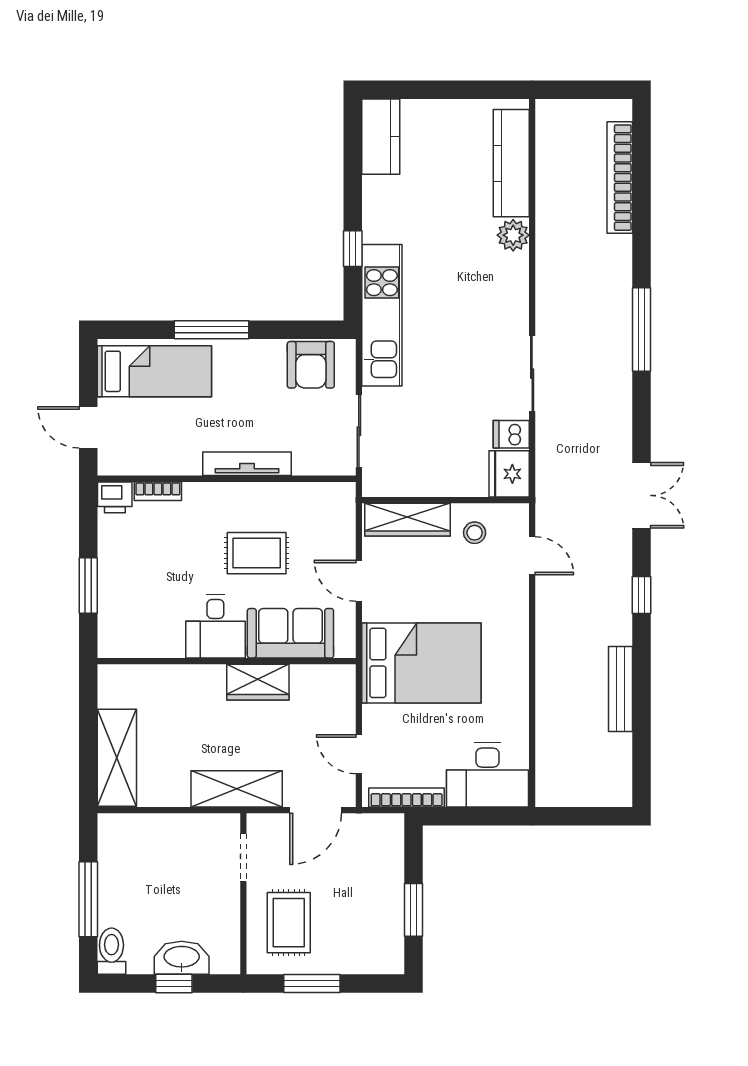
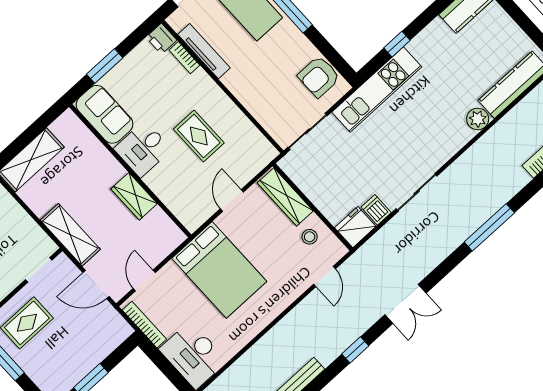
tv unit: (247, 464) -> (204, 51), moved
sofa: (290, 633) -> (105, 114), moved

